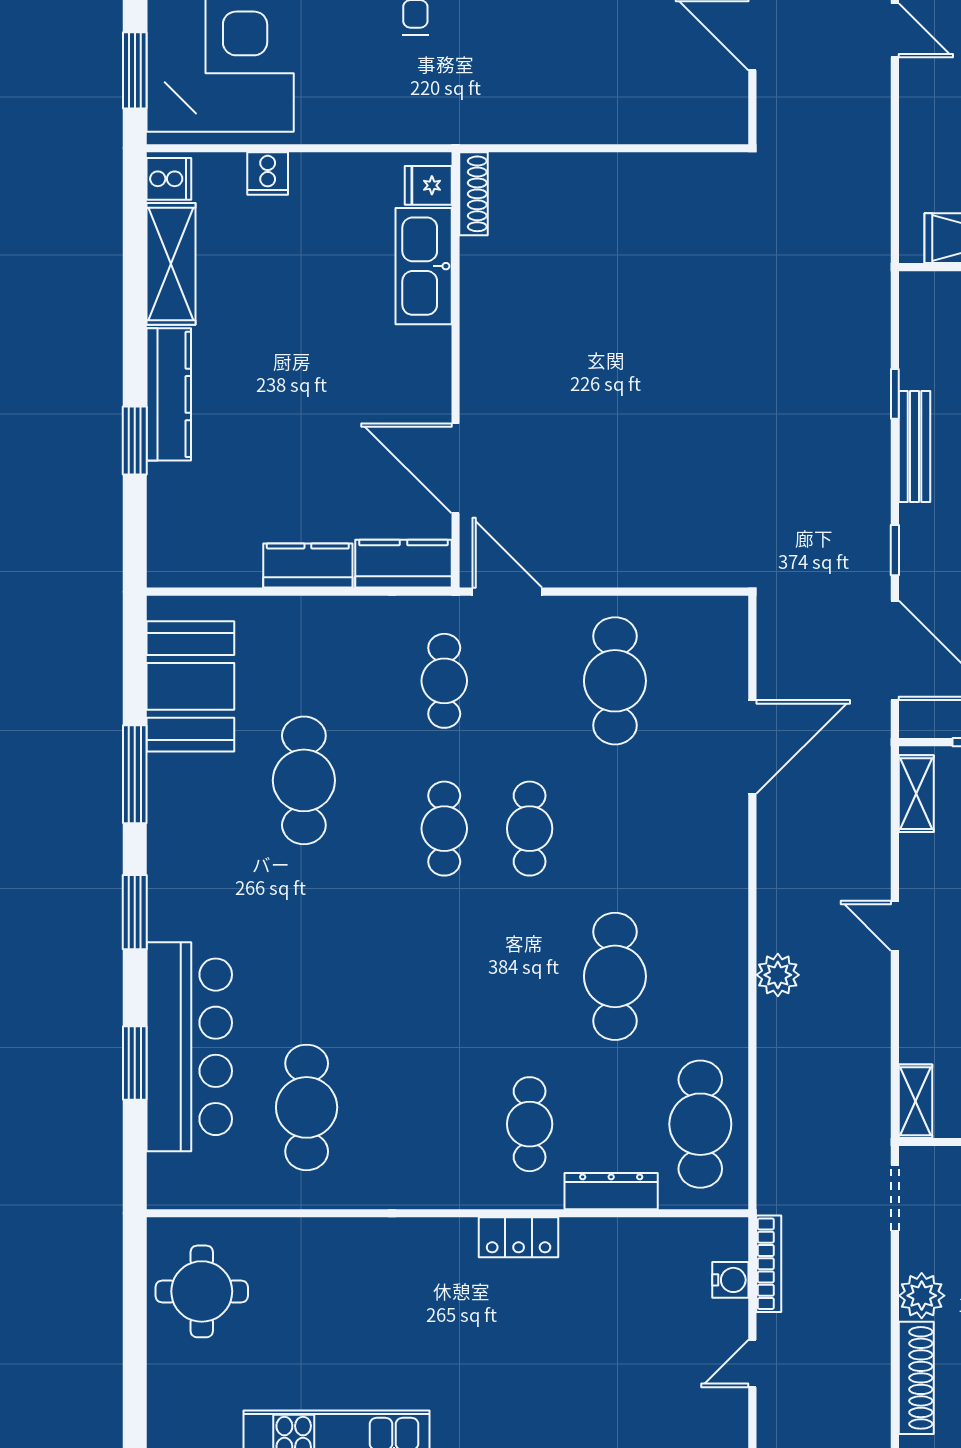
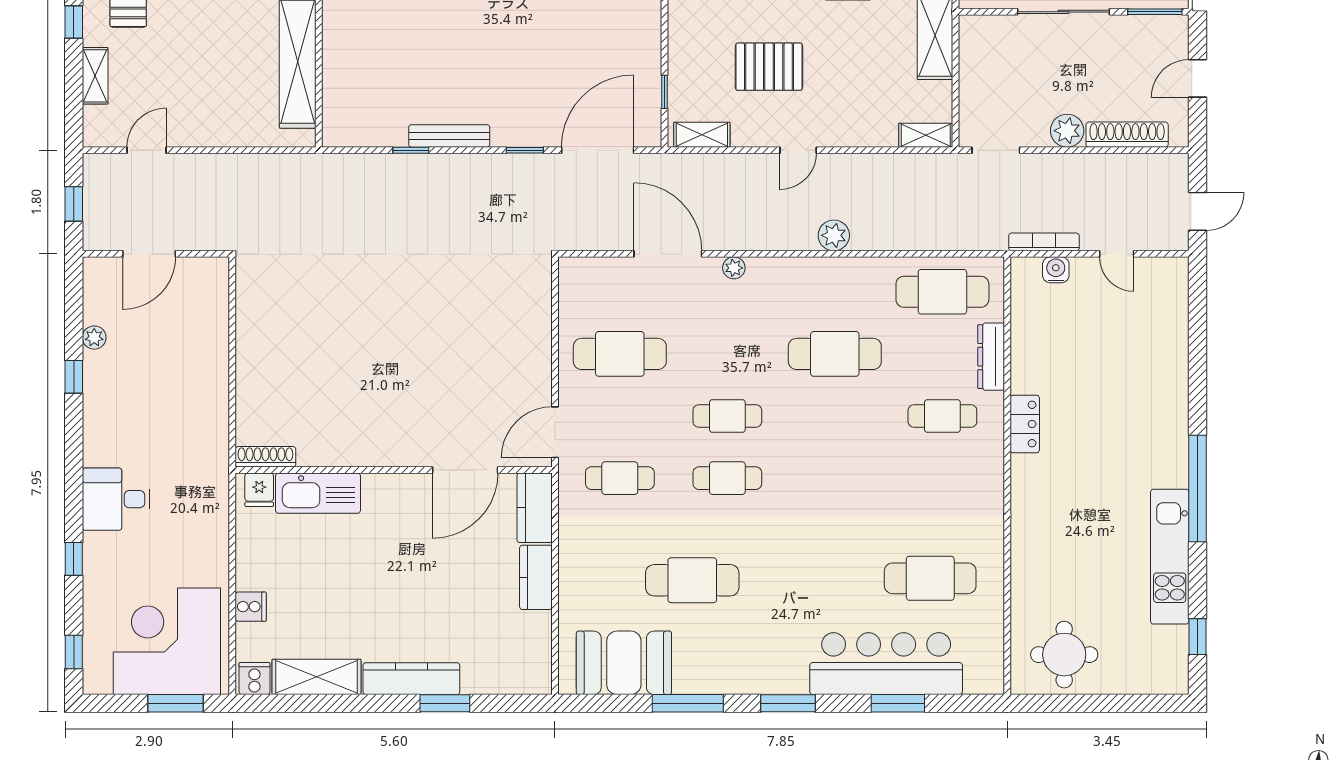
plant: (733, 838) -> (734, 268), added

